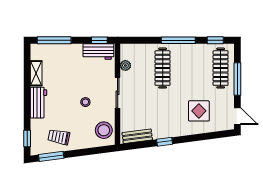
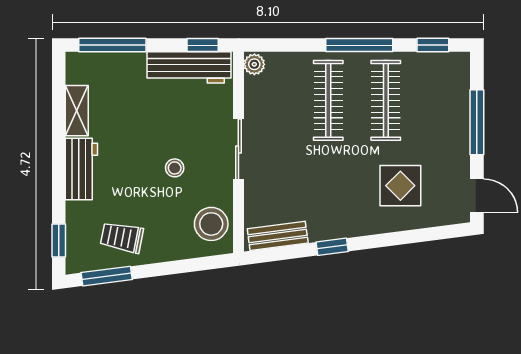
workbench: (98, 52) -> (189, 67), width x1.38
plant: (125, 65) -> (254, 64), moved
clothes rail: (221, 68) -> (386, 100), moved

